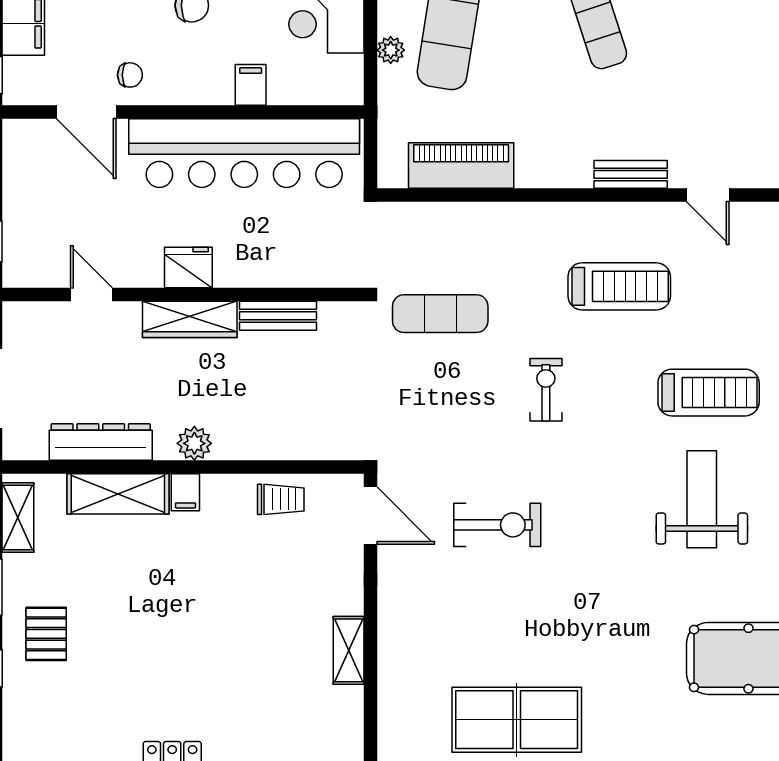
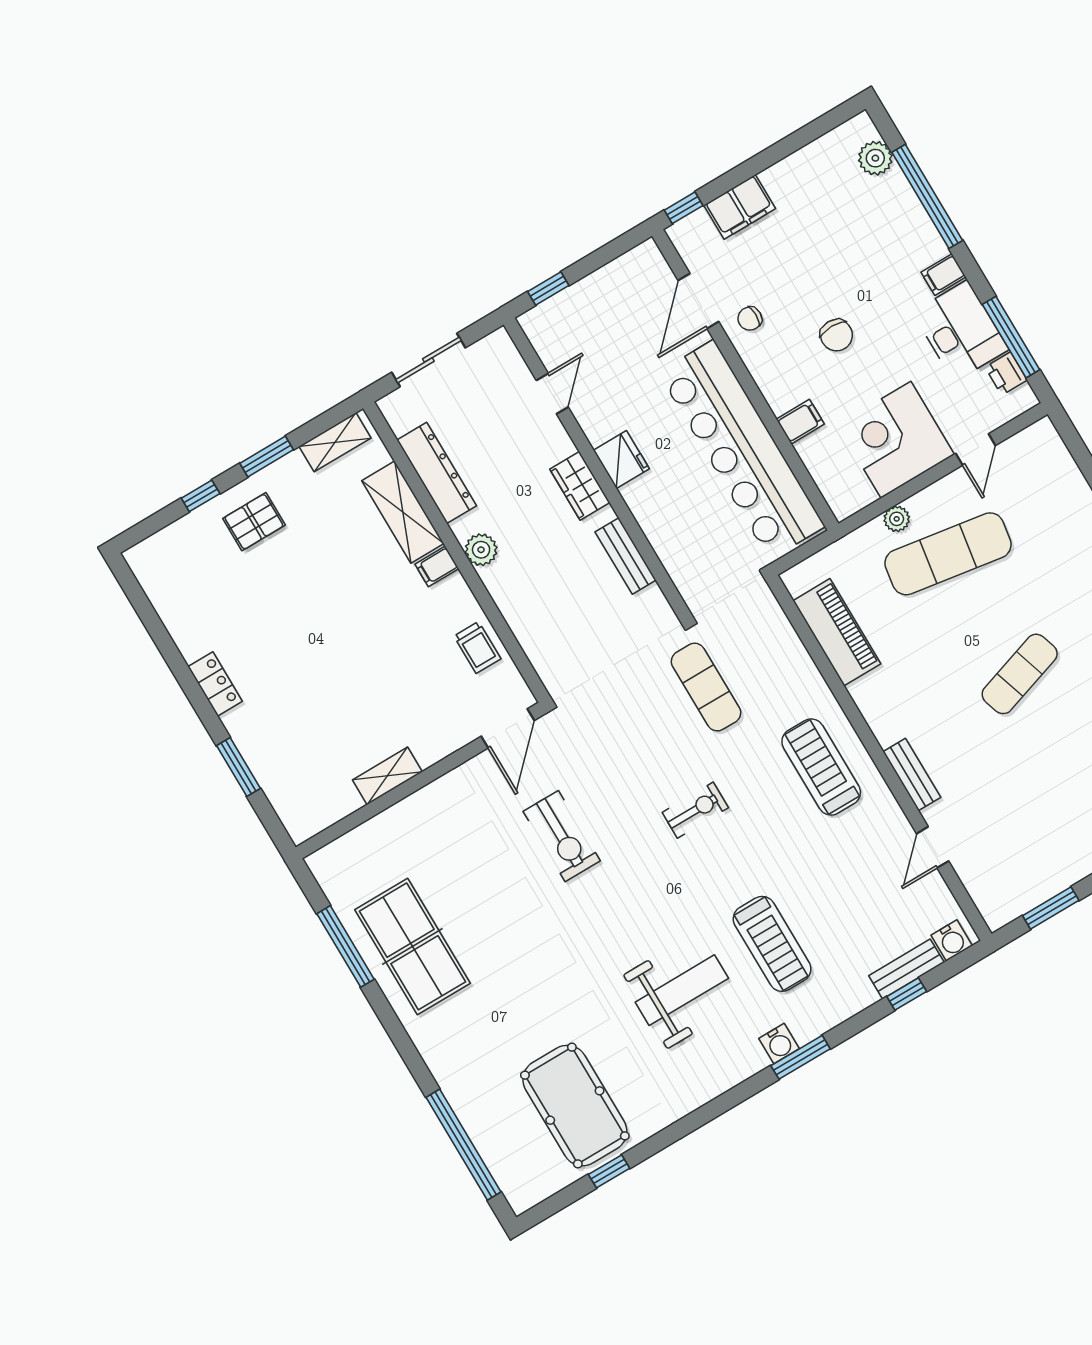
chair: (130, 75) -> (750, 319), turned 90
treadmill: (619, 286) -> (821, 767), moved, turned 180
wardrobe: (190, 319) -> (580, 486), width x0.67

